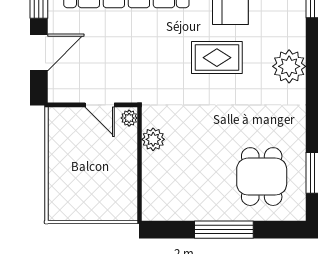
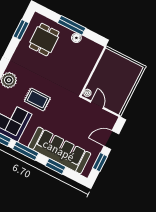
plant: (153, 139) -> (82, 79), removed
floor lamp: (203, 211) -> (76, 38), added

